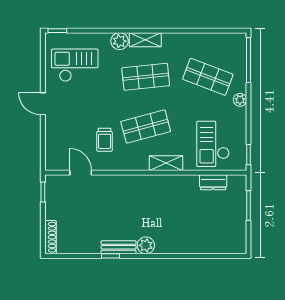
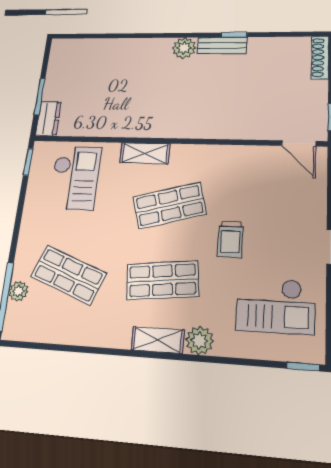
plant: (240, 100) -> (18, 291), moved
trolley: (105, 140) -> (230, 239), moved, turned 180
door: (81, 173) -> (299, 143), moved
dresser: (213, 182) -> (48, 119), moved, turned 90

